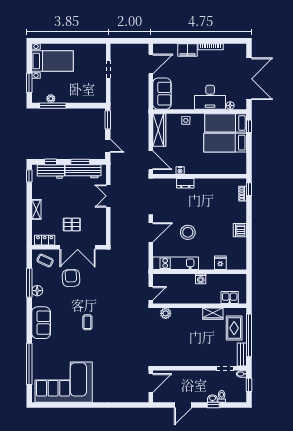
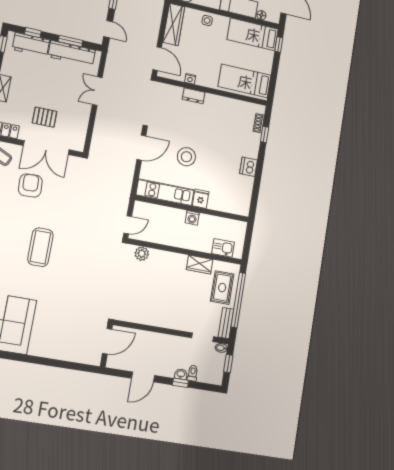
bed: (225, 143) -> (245, 81), moved
window: (249, 189) -> (265, 134), moved
fridge: (220, 263) -> (201, 199), moved
coffee table: (87, 322) -> (40, 247), width x1.86, depth x1.72

